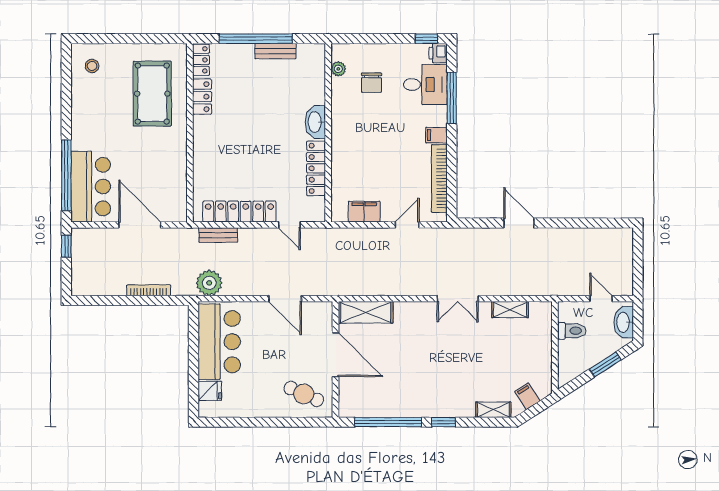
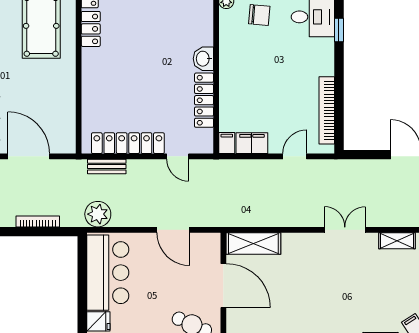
chair: (371, 83) -> (259, 15), turned -85
window: (452, 98) -> (339, 30), width x0.46
washbasin: (315, 122) -> (203, 59), width x0.72
filing cabinet: (436, 135) -> (227, 143), moved, turned 90
double door: (458, 299) -> (345, 230), swing flipped

